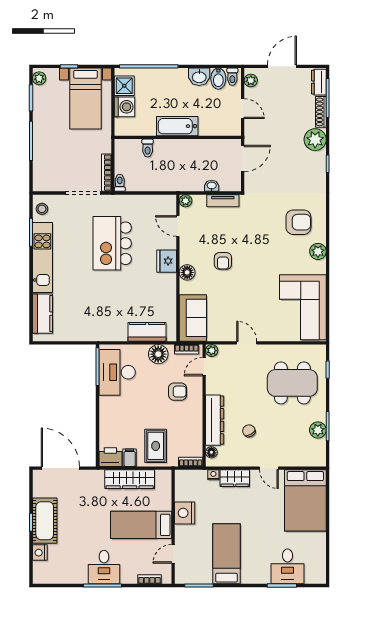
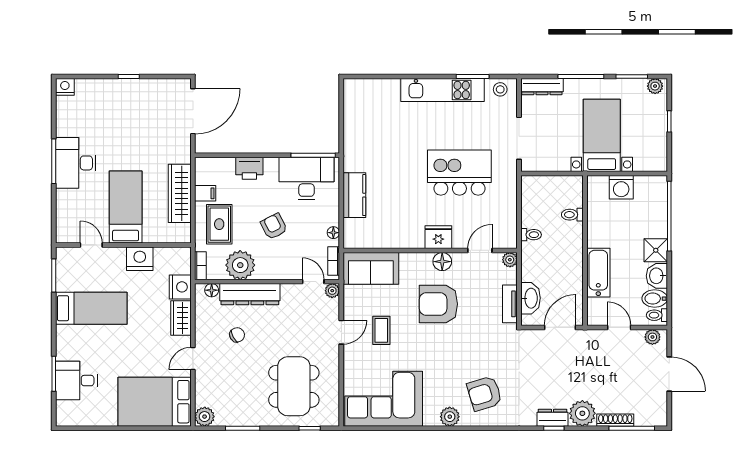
dresser: (319, 82) -> (553, 418), moved
shower: (124, 86) -> (656, 250), moved
bed with nightstands: (85, 98) -> (602, 135), moved, turned 90
door: (243, 109) -> (619, 327), swing flipped
bathtub: (177, 126) -> (598, 273), moved
door: (243, 158) -> (560, 327), swing flipped
bookcase: (107, 173) -> (543, 166), removed
dresser: (40, 174) -> (542, 87), added
toilet: (120, 183) -> (531, 235), moved
washbasin: (212, 186) -> (531, 298), width x1.91, depth x1.45
armchair: (298, 222) -> (484, 393), turned 73
armchair: (223, 261) -> (438, 304), width x1.88, depth x1.88
floor lamp: (187, 272) -> (442, 262), moved
coffee table: (245, 309) -> (381, 330), added
kitchen counter: (42, 314) -> (376, 90), removed
kitchen counter: (147, 332) -> (354, 195), moved
floor lamp: (158, 354) -> (333, 233), width x0.53, depth x0.53
armchair: (178, 392) -> (274, 226), moved, turned 153
plant: (190, 428) -> (240, 265), added
plant: (318, 430) -> (205, 417), moved
rug: (156, 446) -> (219, 224), turned 90
printer: (110, 457) -> (249, 168), moved, turned 90
nightstand: (213, 475) -> (180, 287), width x1.89, depth x1.79
cot: (45, 521) -> (131, 93), removed
nightstand: (40, 553) -> (65, 87), moved
desk: (104, 567) -> (76, 163), width x1.37
bookcase: (149, 579) -> (61, 217), removed

